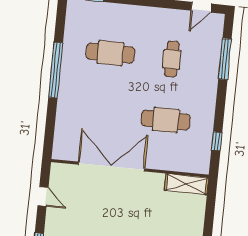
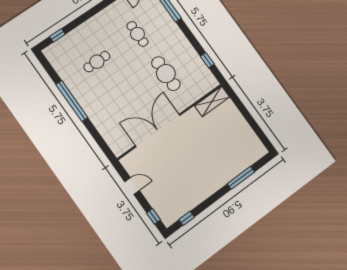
cafe table: (110, 53) -> (97, 62), width x0.73, depth x0.74
cafe table: (166, 120) -> (166, 74), turned 90

